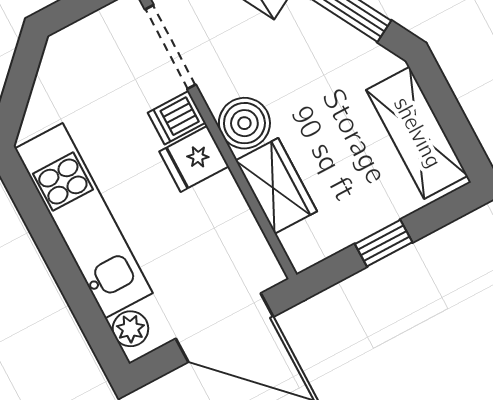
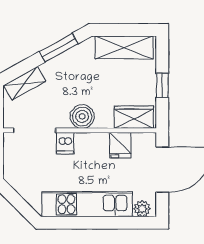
fridge: (194, 159) -> (120, 145), moved
wardrobe: (276, 186) -> (134, 117), moved

